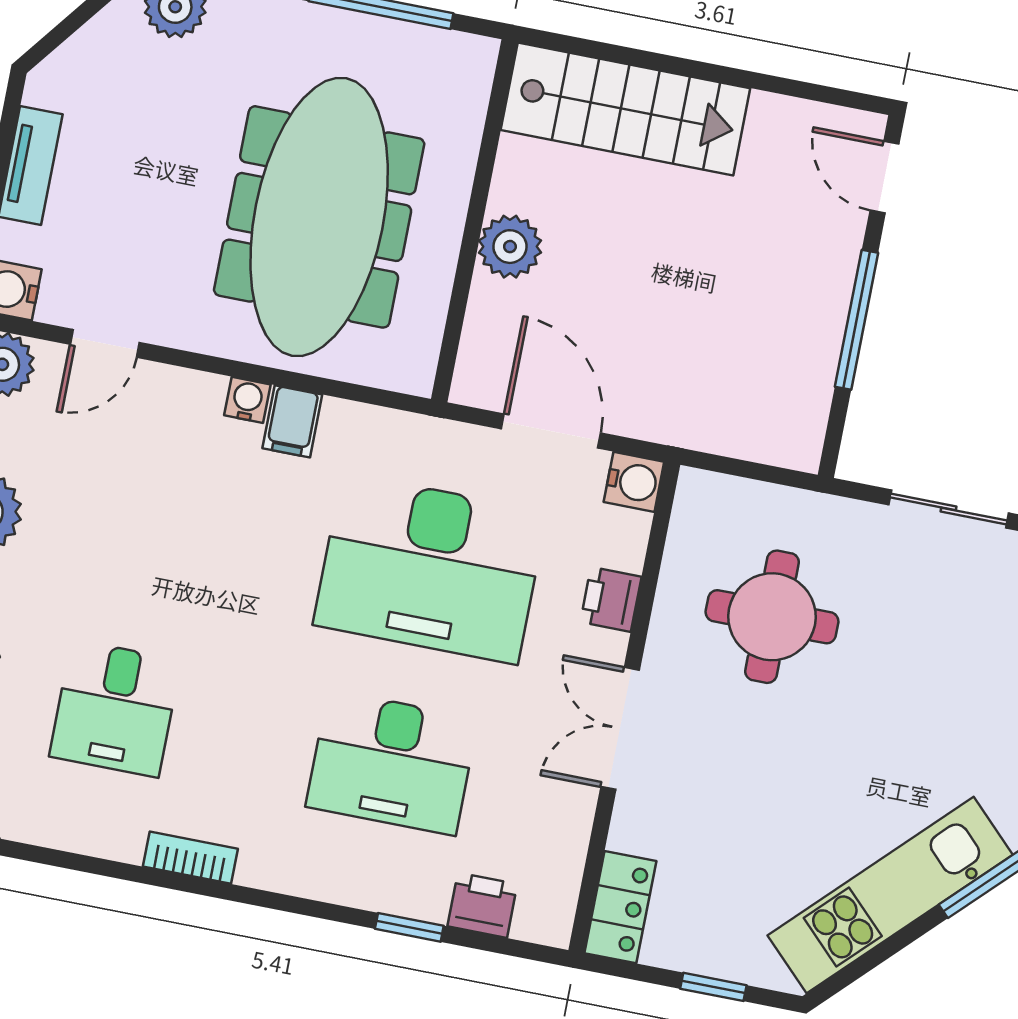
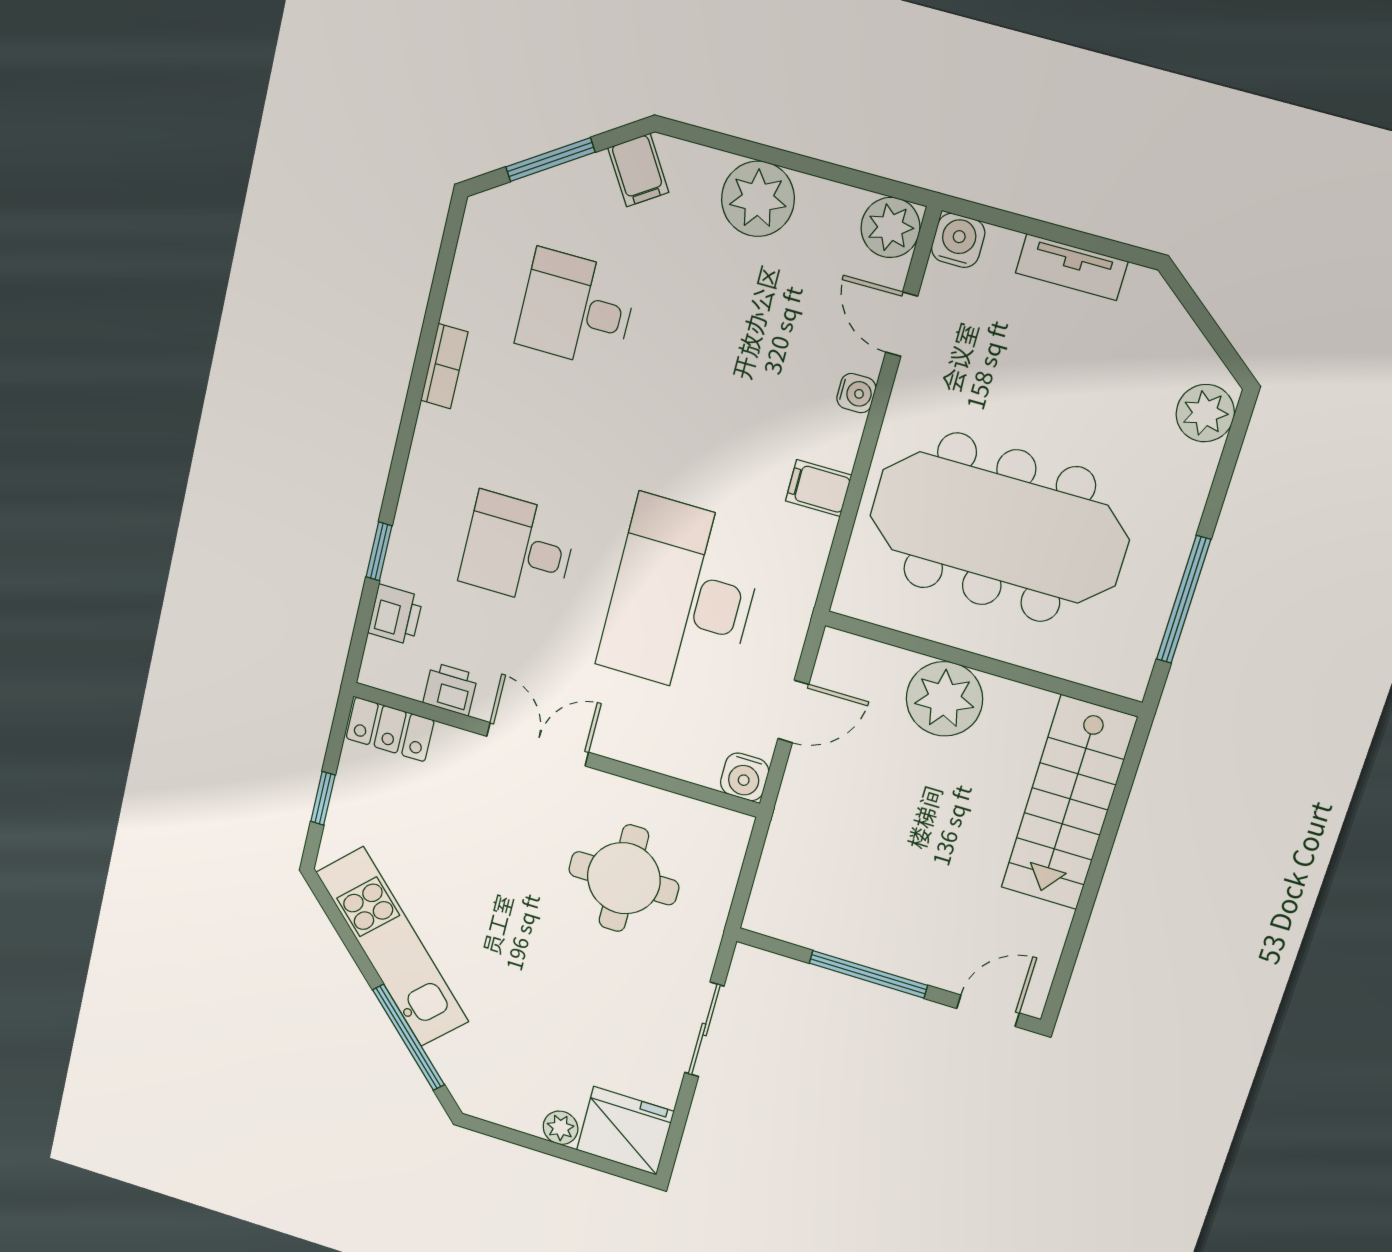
plant: (510, 247) -> (944, 699), width x1.36, depth x1.36
water cooler: (247, 400) -> (856, 393), moved
door: (551, 431) -> (793, 712), width x0.73
printer: (611, 599) -> (450, 689), moved
desk: (392, 763) -> (518, 549), width x0.73

